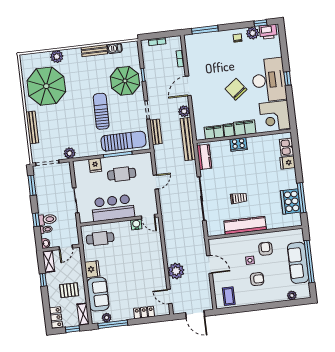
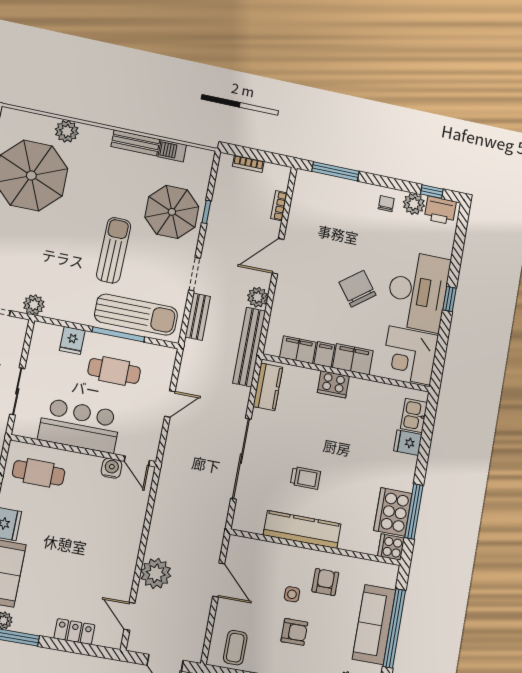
cooker: (295, 220) -> (391, 547), added

